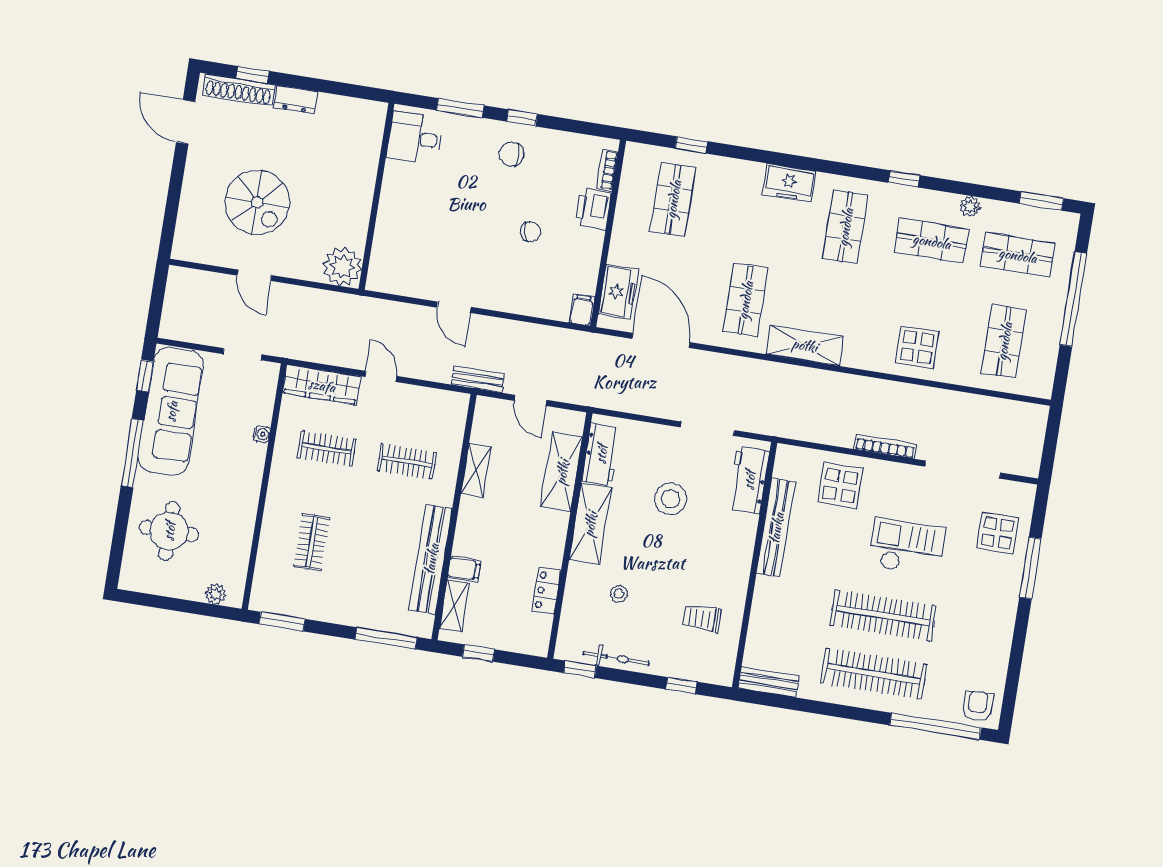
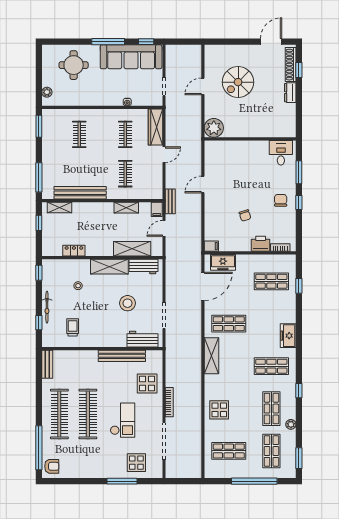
clothes rail: (312, 542) -> (79, 134), turned 90
filing cabinet: (464, 569) -> (157, 209), moved
bicycle: (616, 658) -> (47, 307), moved

